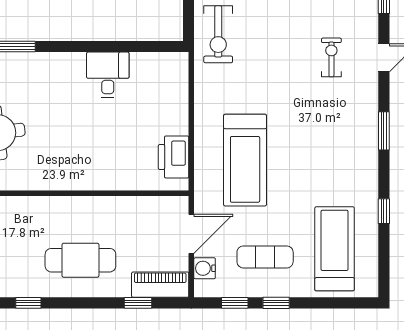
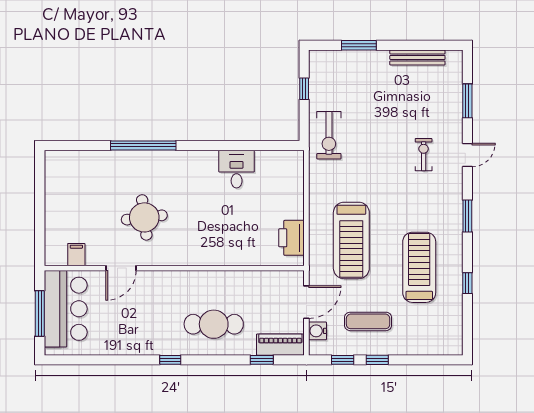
treadmill: (335, 249) -> (419, 267), moved

